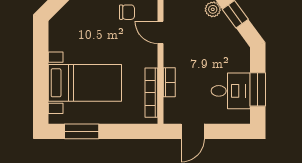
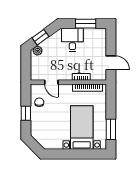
door: (161, 32) -> (51, 82), hinge flipped
desk: (231, 91) -> (72, 40), moved

